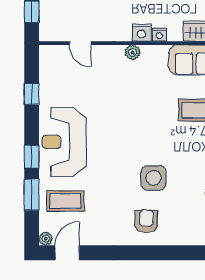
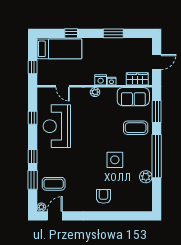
reception desk: (64, 142) -> (57, 126), moved
side table: (153, 178) -> (115, 160), moved

